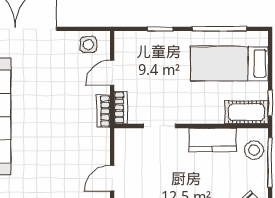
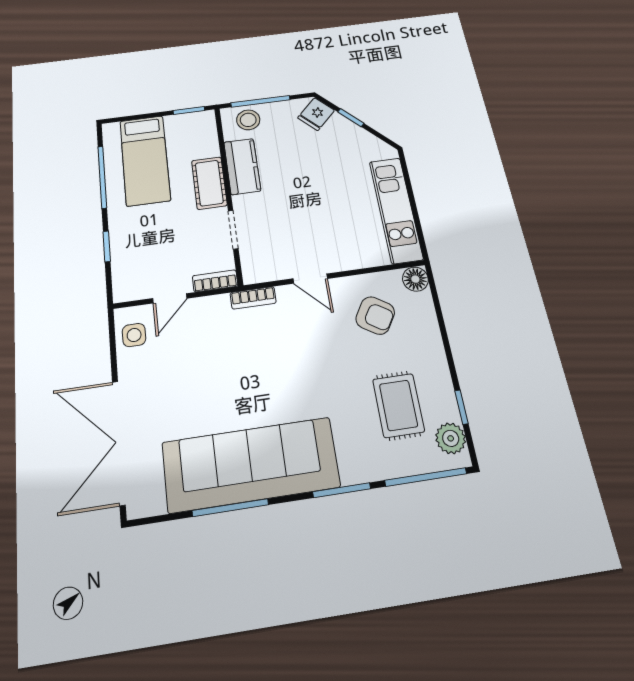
door: (112, 73) -> (170, 298), hinge flipped
bookcase: (104, 111) -> (253, 298), moved
cot: (246, 112) -> (209, 183), moved

